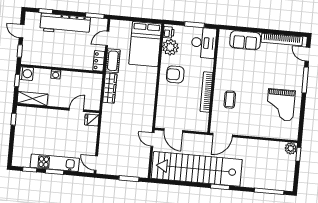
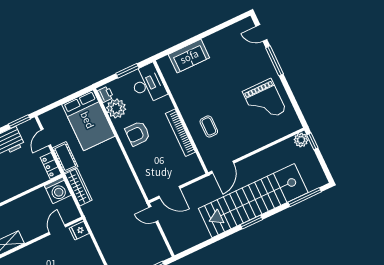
bookcase: (282, 39) -> (226, 33), removed
washing machine: (56, 74) -> (58, 190), moved, width x1.89, depth x1.89
stairs: (197, 169) -> (253, 201), moved

